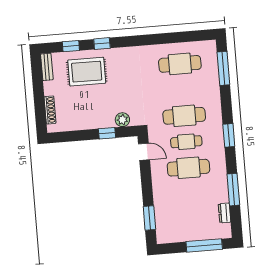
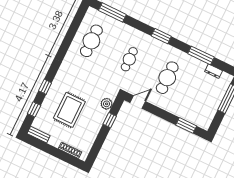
rug: (87, 72) -> (69, 110), moved
cafe table: (184, 116) -> (129, 59), width x0.73, depth x0.74
cafe table: (186, 142) -> (148, 68), removed

